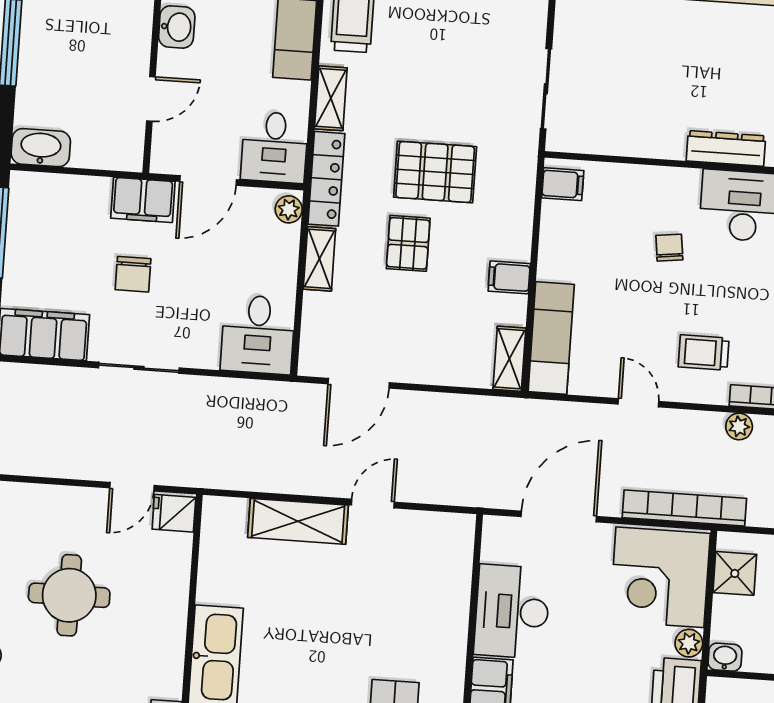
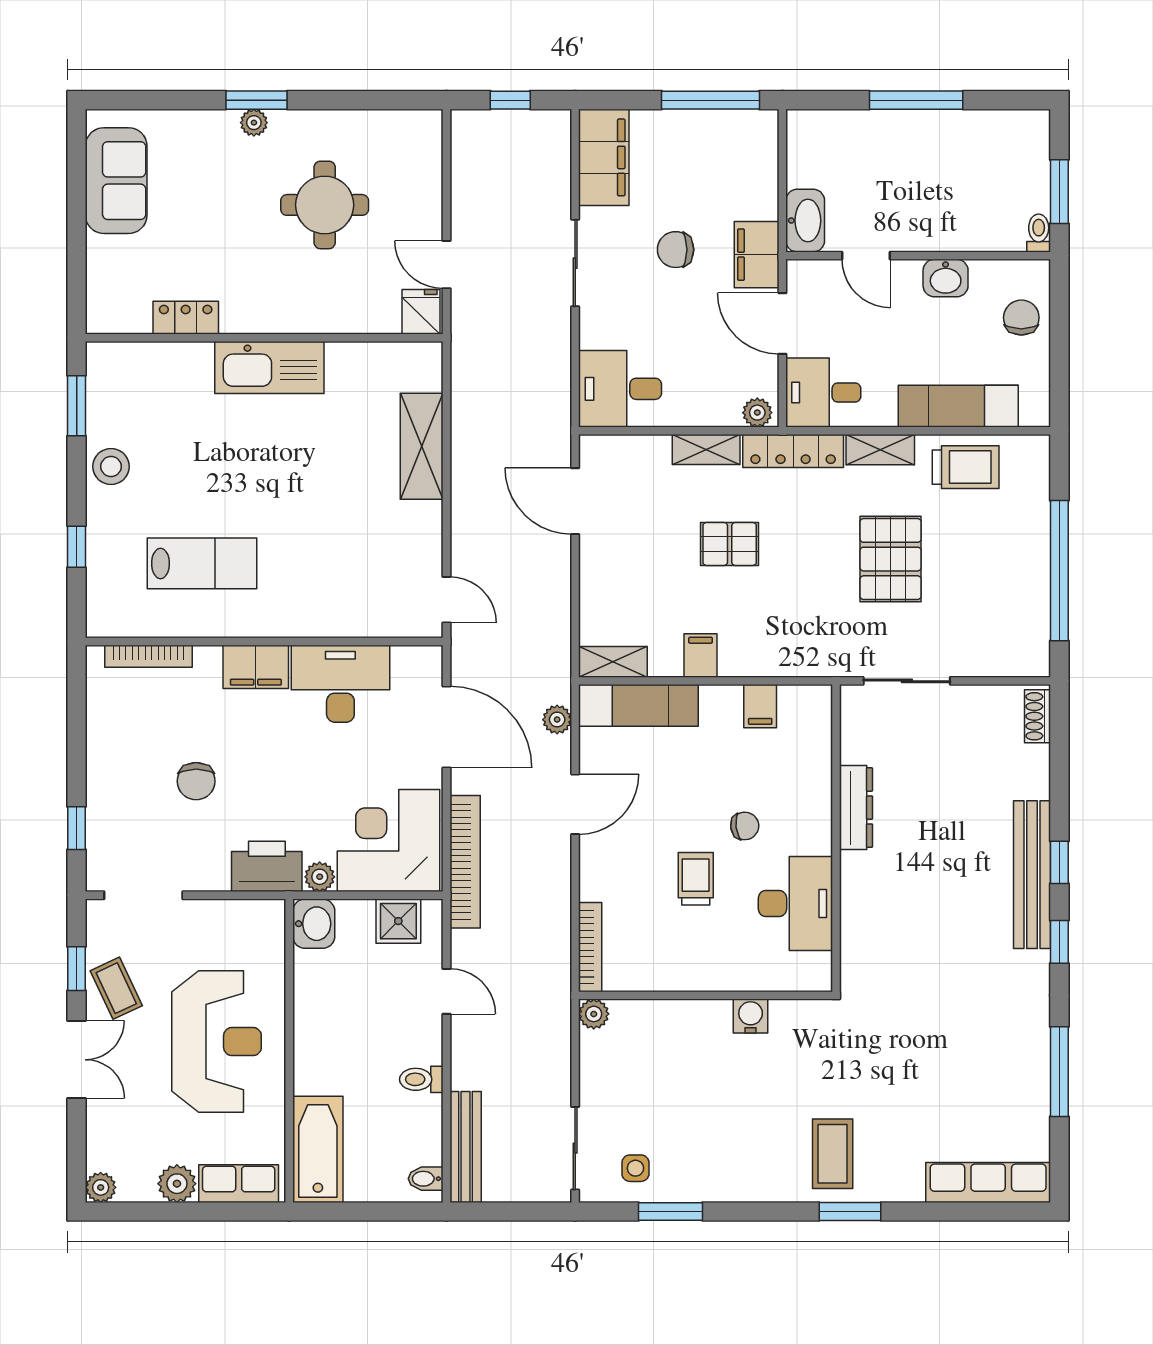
washbasin: (41, 148) -> (805, 221), moved
dresser: (726, 148) -> (856, 808), moved
pallet: (435, 172) -> (891, 559), moved
filing cabinet: (563, 184) -> (760, 706), moved
trolley: (704, 352) -> (696, 879), moved
door: (638, 403) -> (575, 804), width x1.38
plant: (739, 426) -> (557, 720), moved
door: (373, 504) -> (446, 600), moved
washbasin: (725, 657) -> (314, 924), width x1.38, depth x1.45

